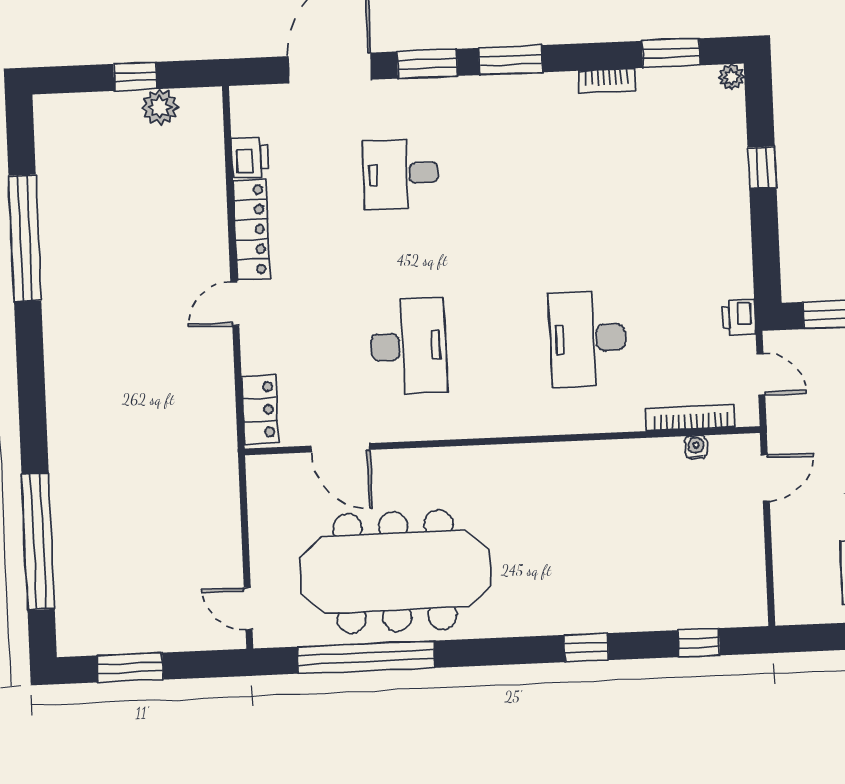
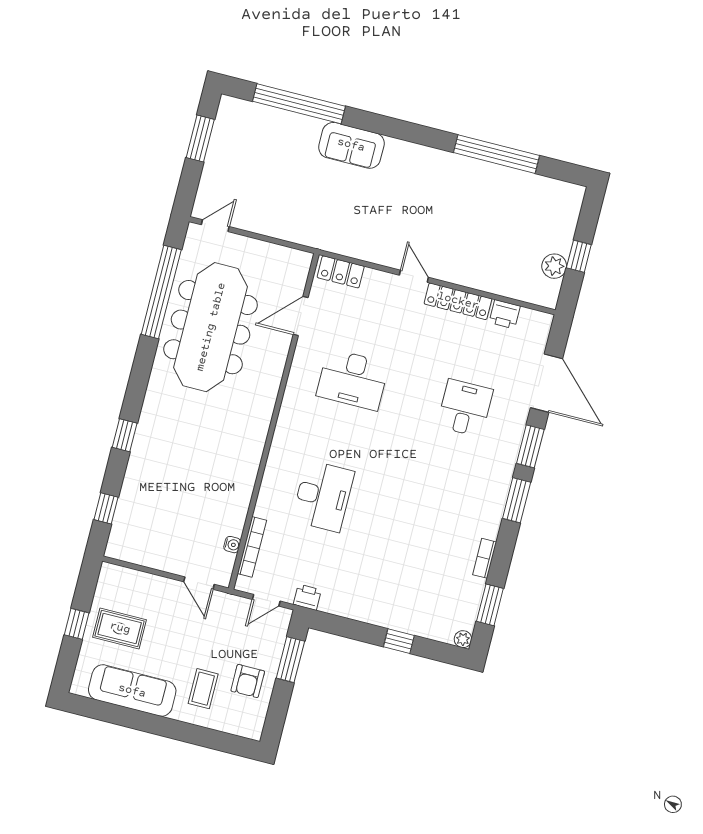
desk: (588, 338) -> (323, 496), turned 90
sofa: (75, 449) -> (351, 145), added

